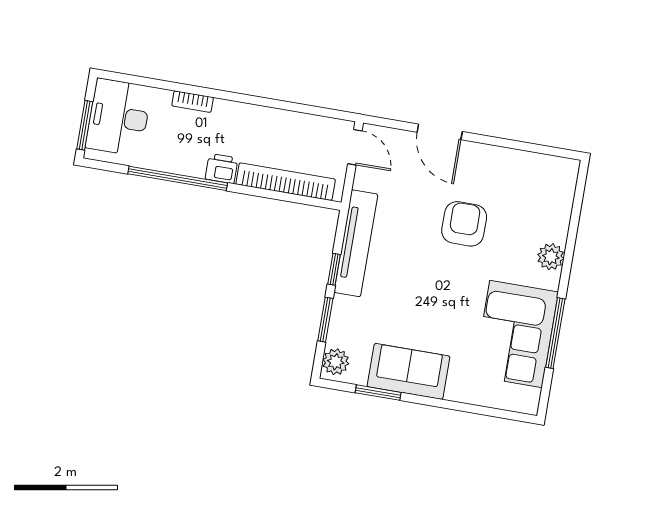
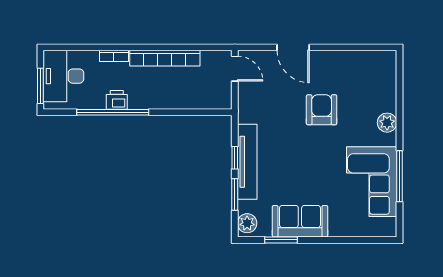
printer: (222, 169) -> (117, 100), moved
bookcase: (286, 182) -> (165, 58), moved, turned 180
tv unit: (356, 243) -> (247, 162), moved

